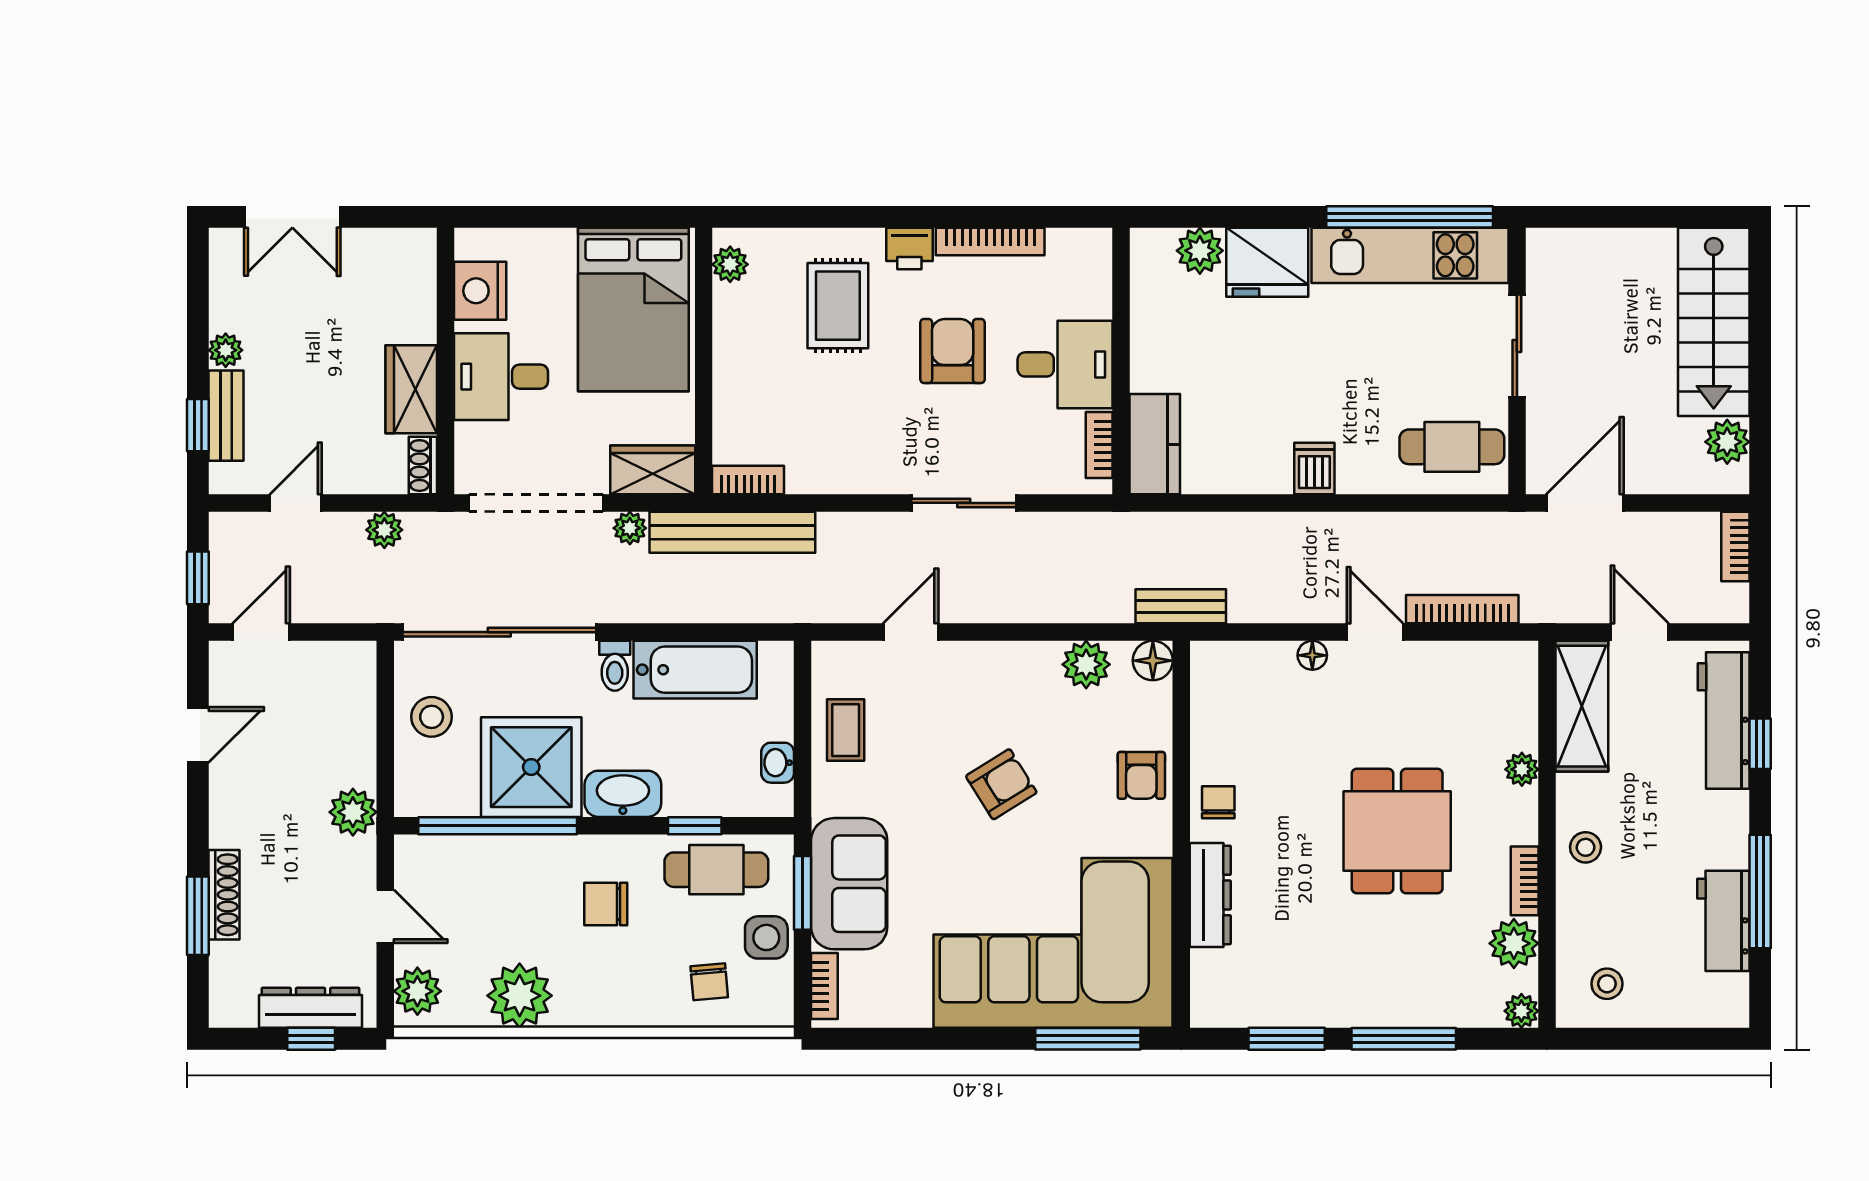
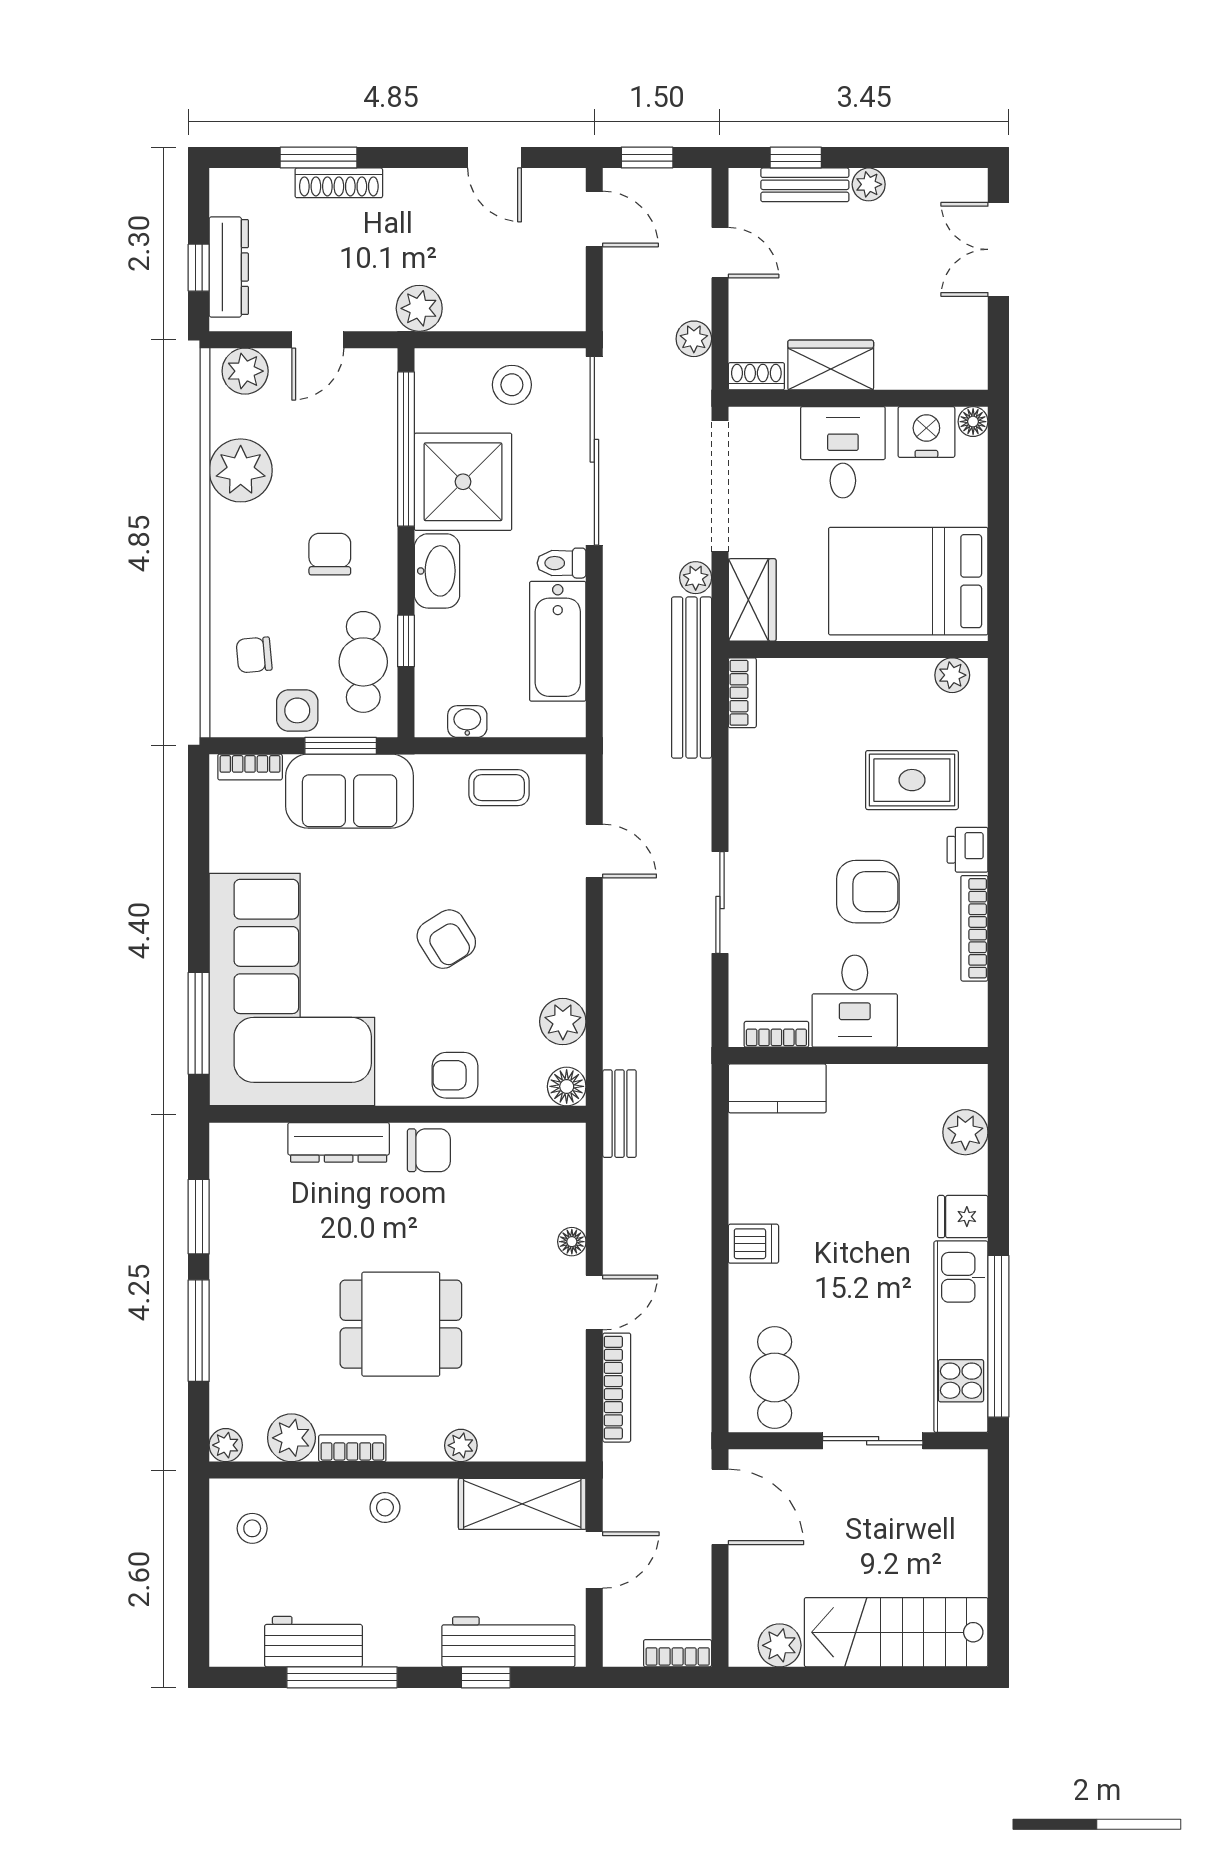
floor lamp: (469, 243) -> (973, 422), added
fridge: (1267, 262) -> (963, 1217), width x0.53, depth x0.75
chair: (1218, 802) -> (429, 1150), width x1.37, depth x1.37

